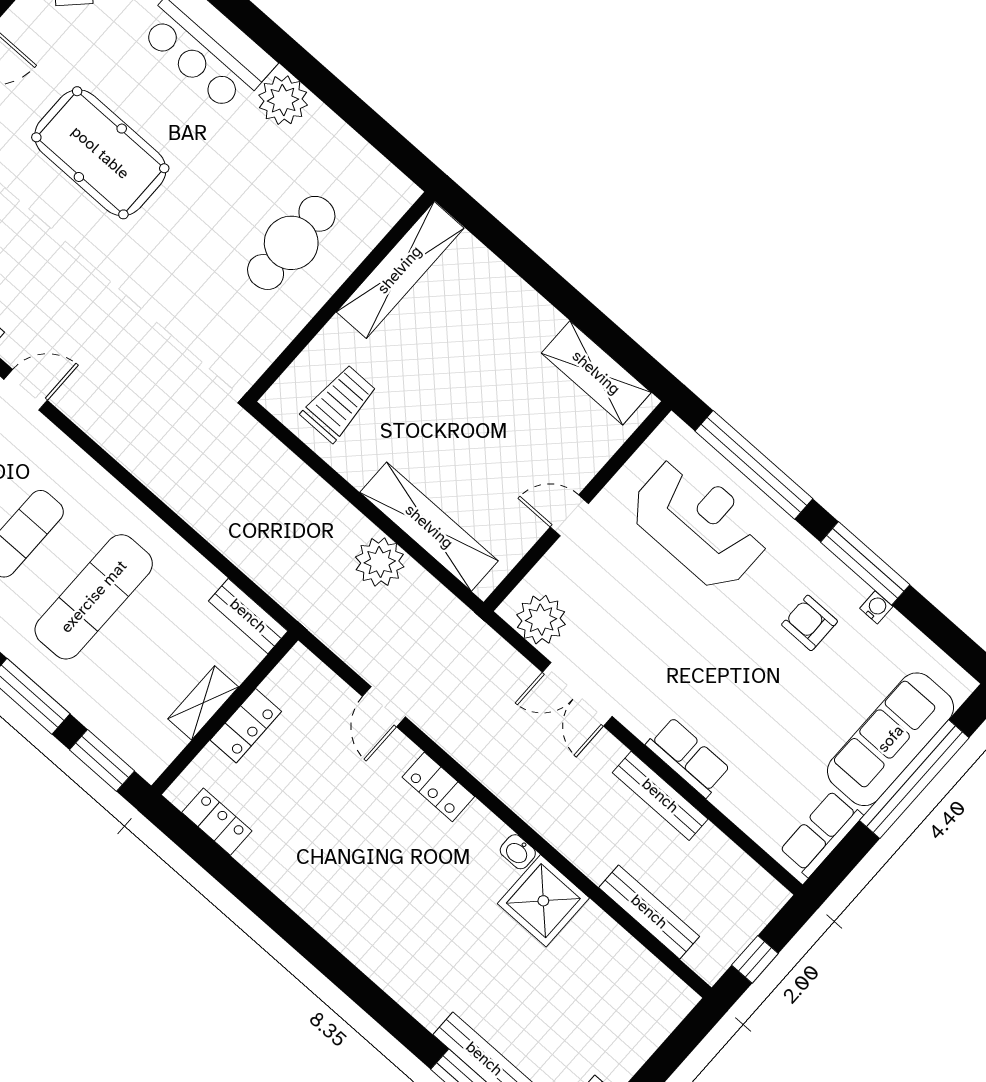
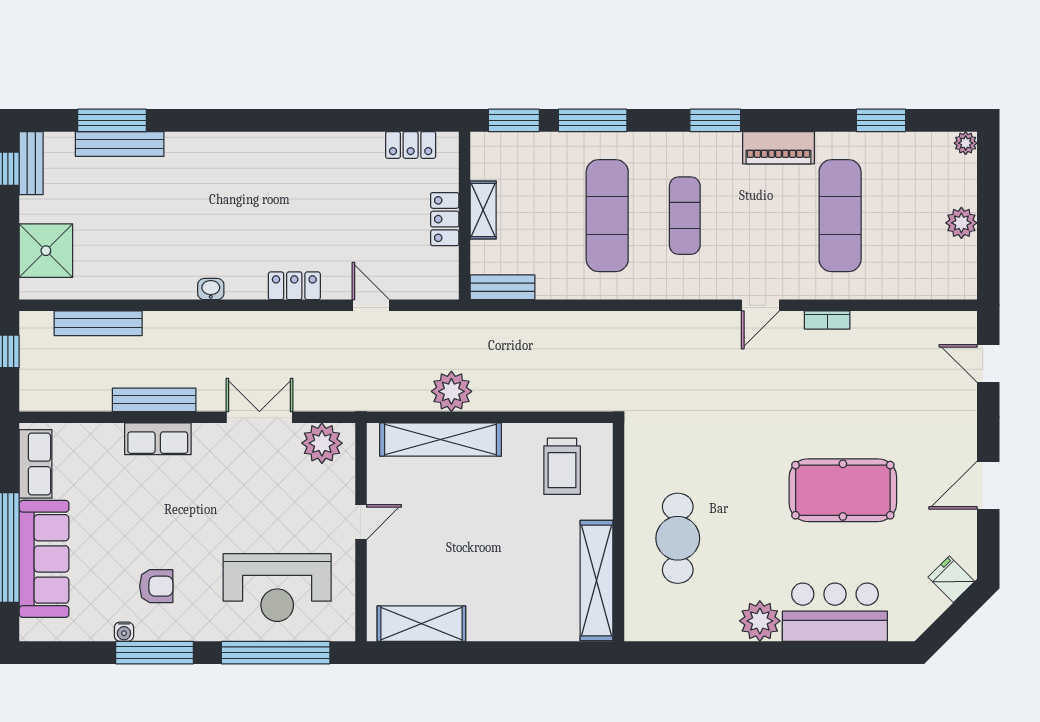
shower: (543, 901) -> (46, 251), moved

